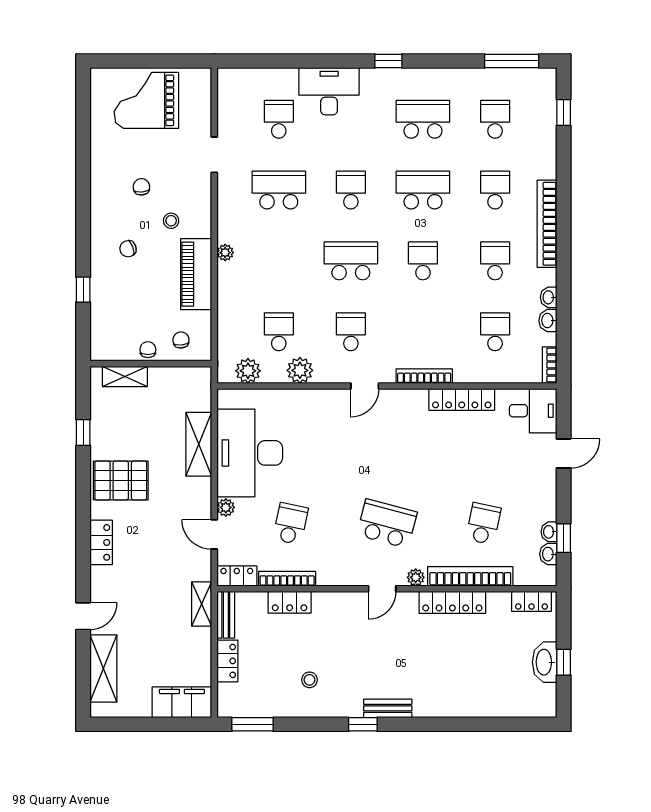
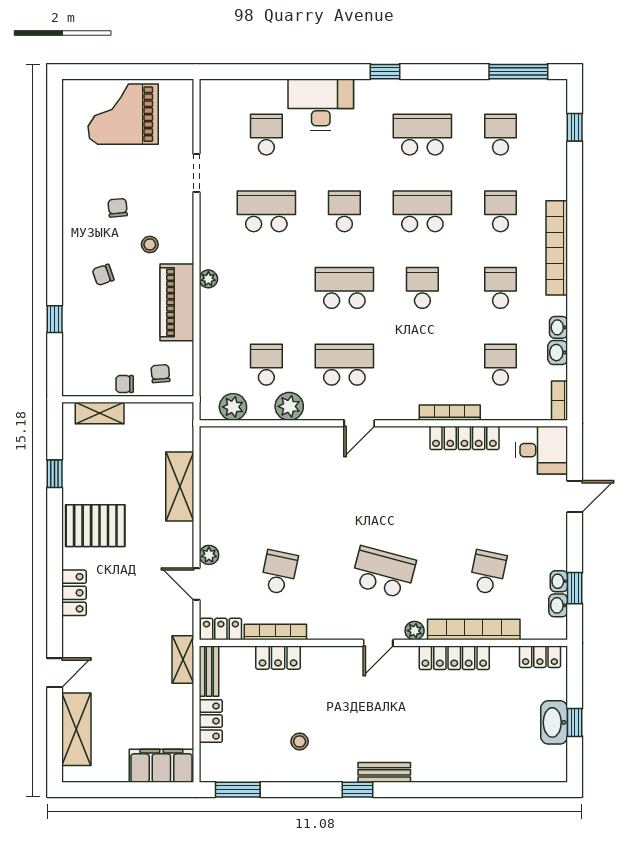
school desk: (351, 332) -> (344, 365), width x1.85
chair: (148, 350) -> (125, 384), turned -90
bookcase: (424, 376) -> (450, 413), moved
desk: (250, 453) -> (235, 496), removed

